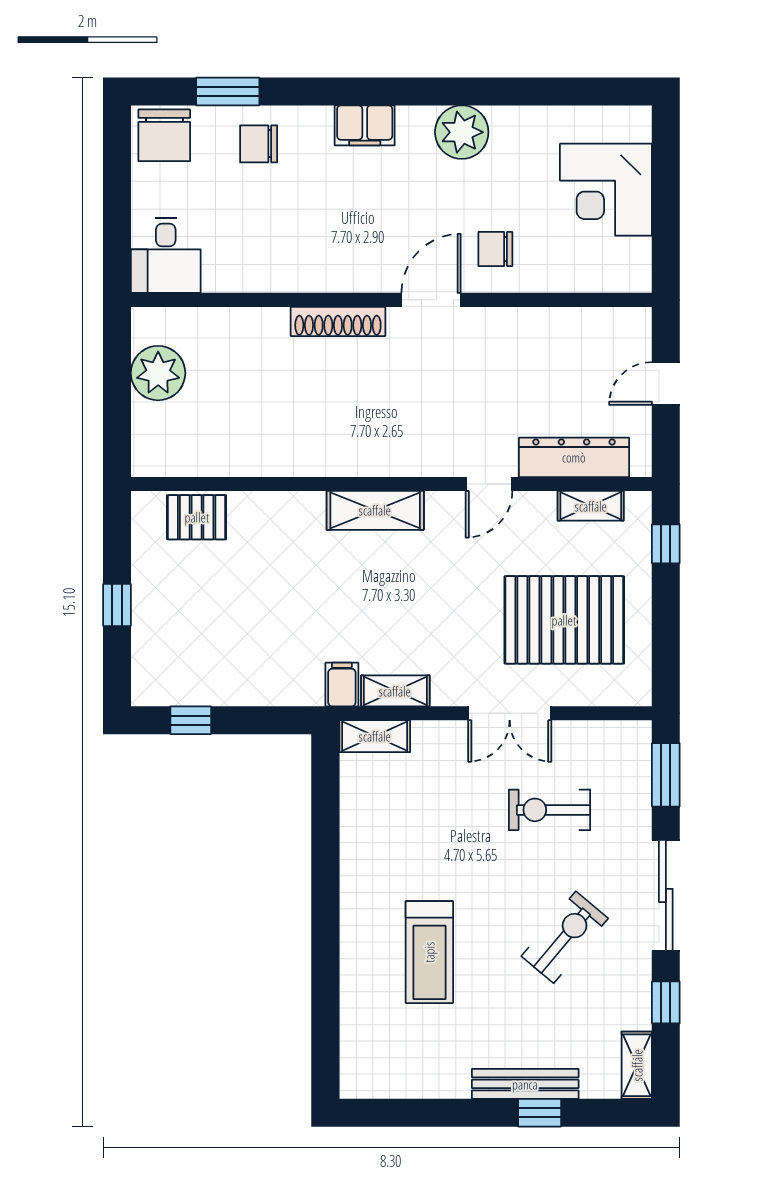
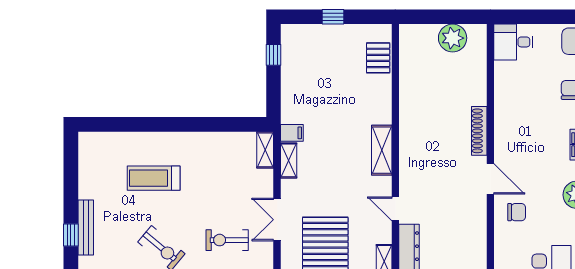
chair: (495, 249) -> (517, 212), turned 90
exercise bike: (549, 810) -> (227, 240), turned -90

